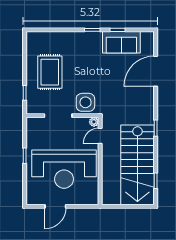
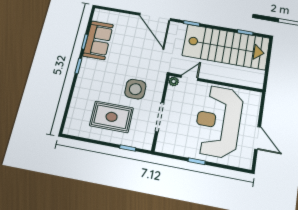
door: (156, 71) -> (155, 17), moved
side table: (85, 102) -> (135, 89), moved
door: (100, 136) -> (189, 78), swing flipped
reception desk: (64, 169) -> (218, 121), turned 180

